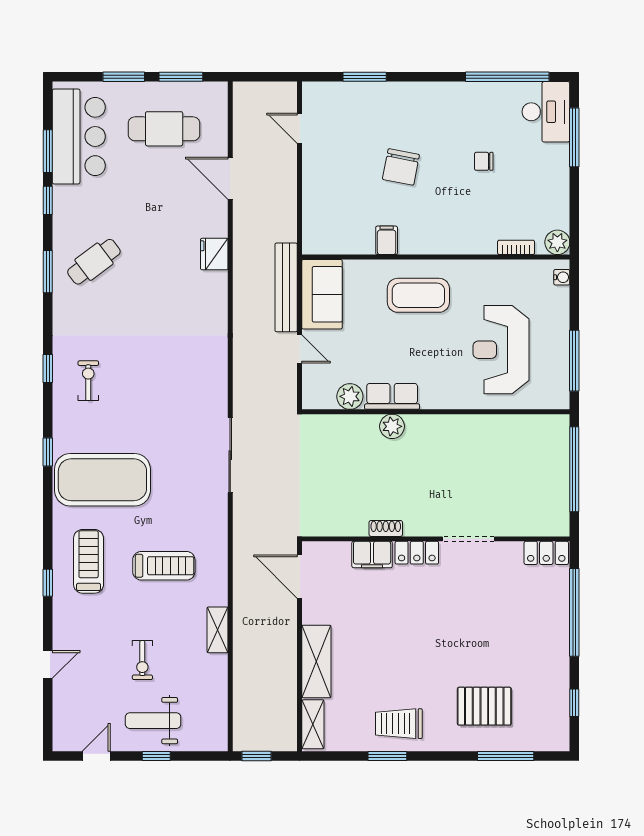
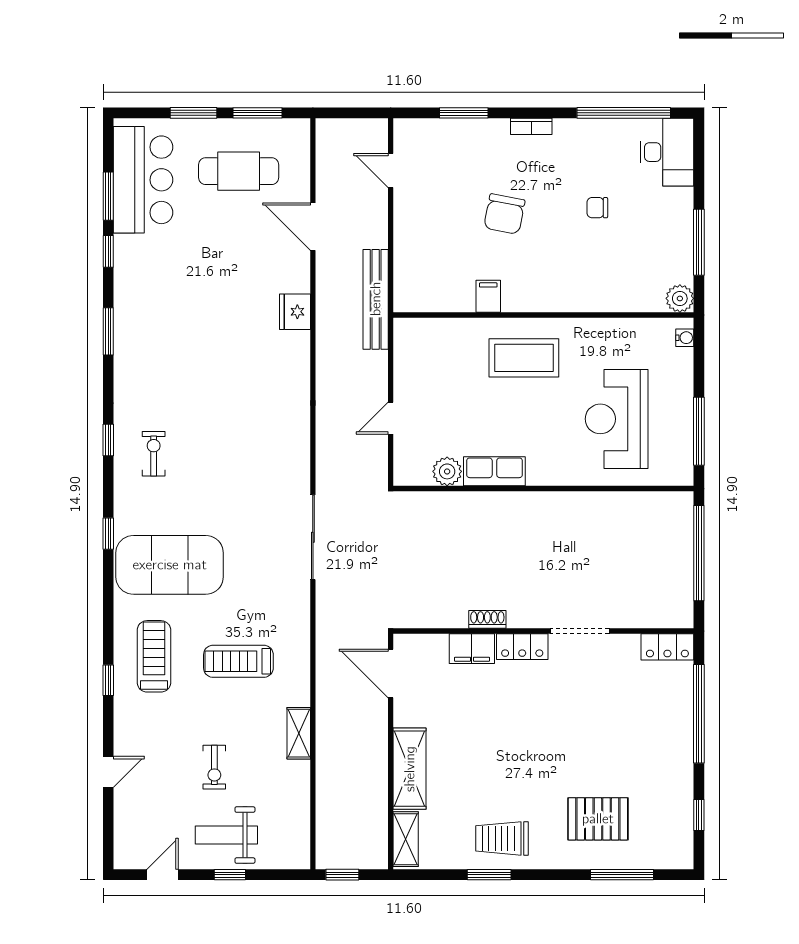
window: (574, 137) -> (699, 242), moved
bookcase: (516, 247) -> (531, 126), moved, turned 180
cafe table: (94, 262) -> (160, 320), removed
bench: (286, 287) -> (376, 299), moved
sofa: (322, 294) -> (416, 357), removed
door: (300, 349) -> (391, 418), swing flipped
plant: (392, 426) -> (494, 505), removed
treadmill: (164, 566) -> (238, 661), turned 180

